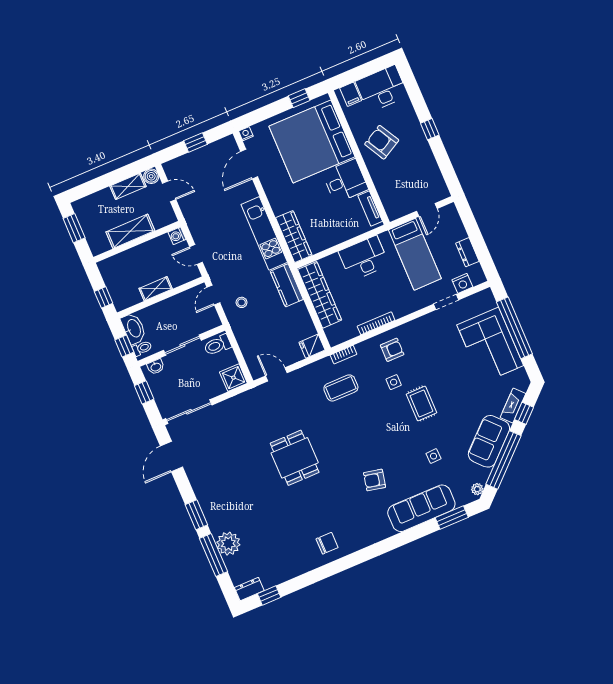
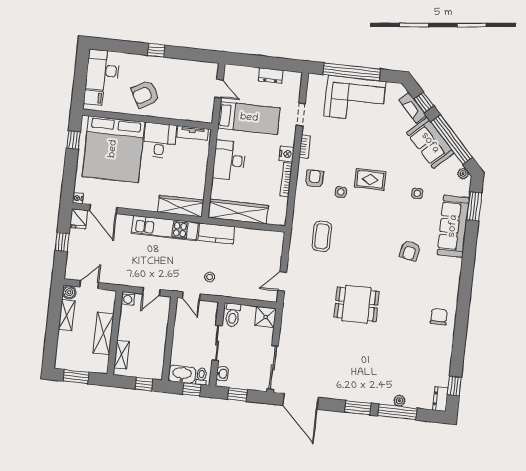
nightstand: (462, 283) -> (286, 154), moved
shelving: (156, 289) -> (122, 355), moved
fridge: (312, 346) -> (79, 219), moved
bookcase: (344, 355) -> (305, 147), moved
door: (171, 457) -> (301, 401), width x1.36
plant: (228, 544) -> (399, 401), width x0.53, depth x0.53

